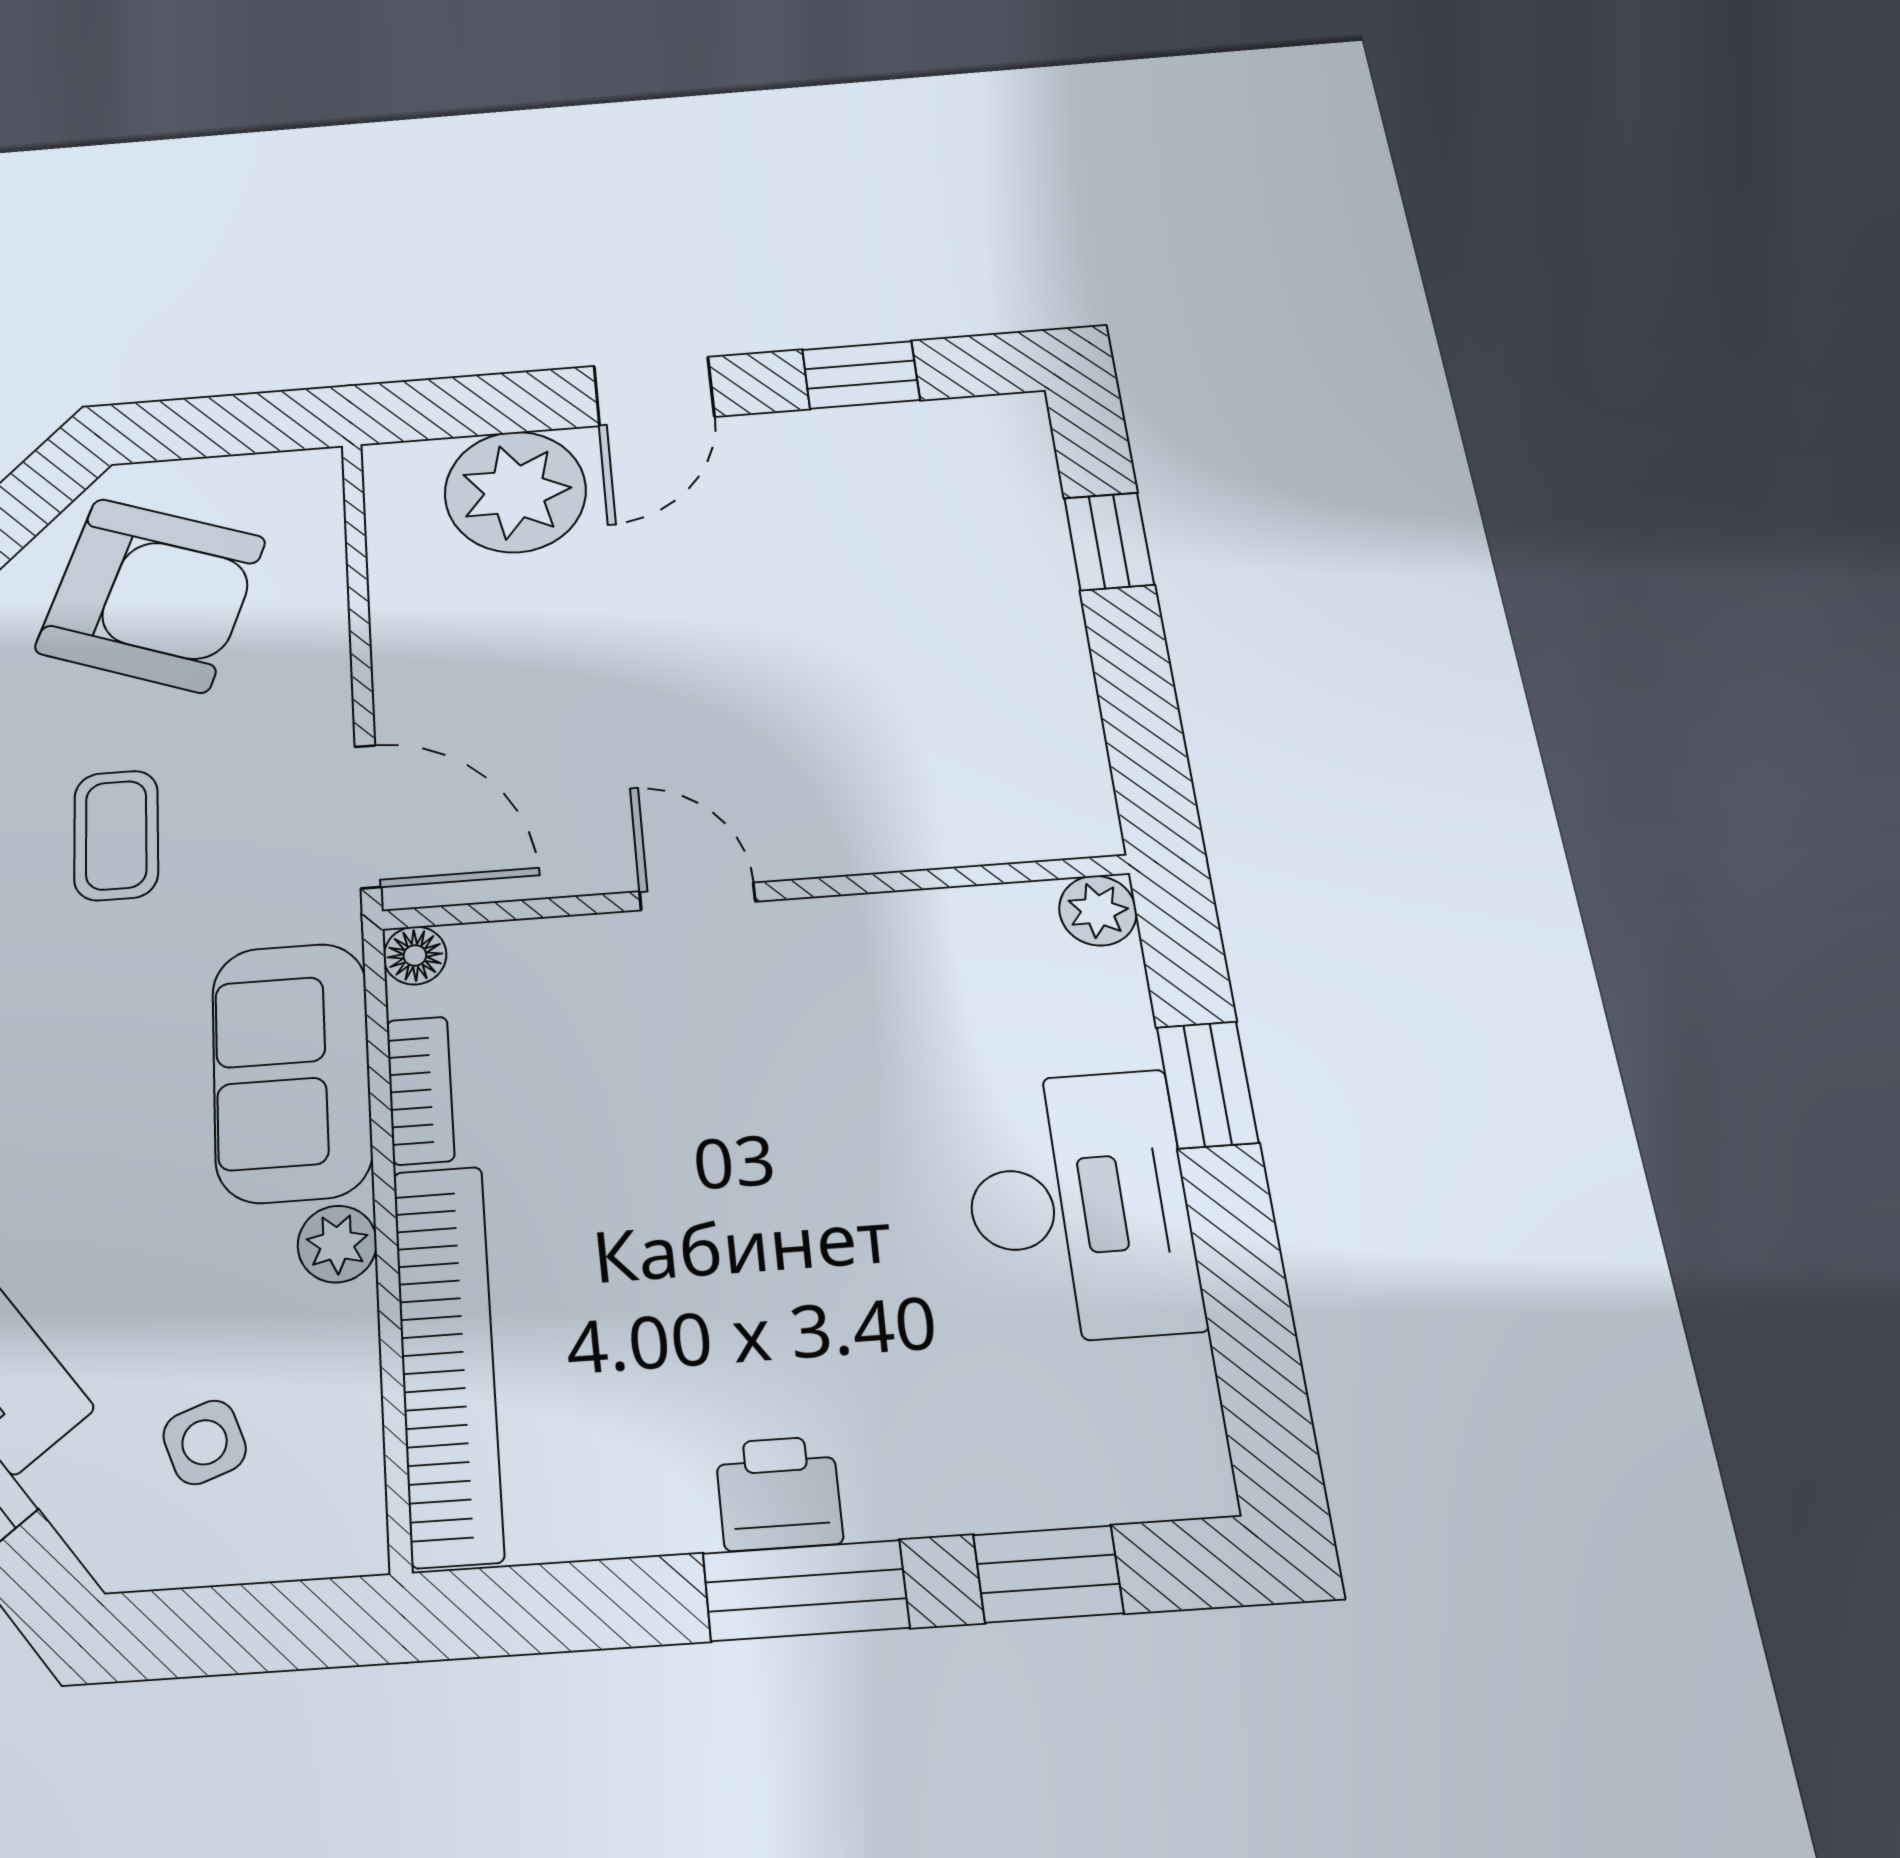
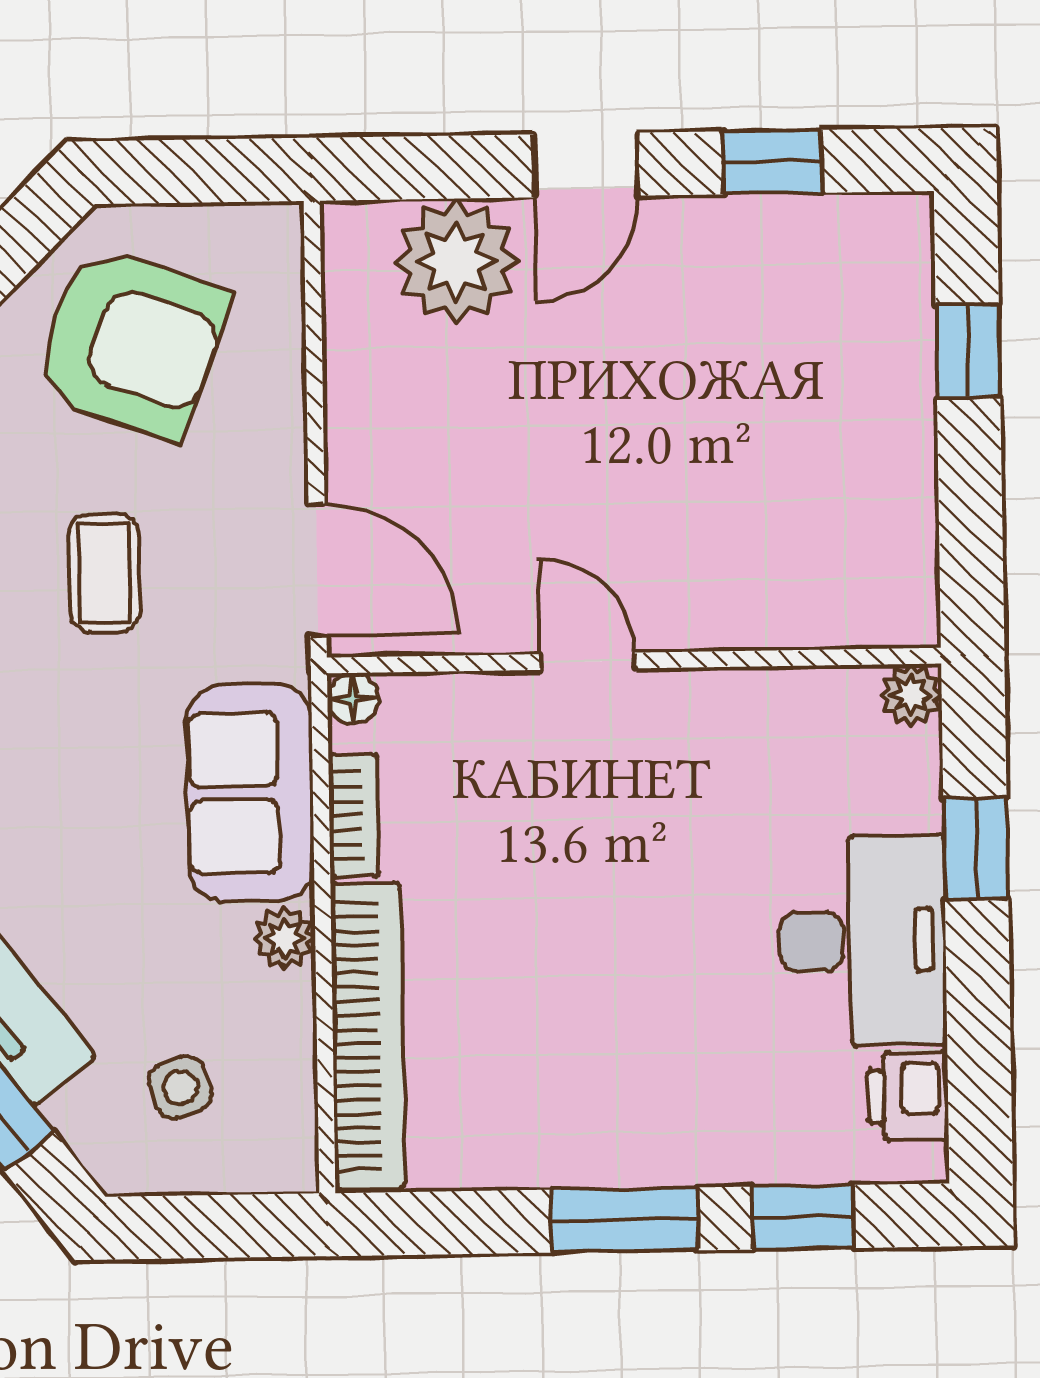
printer: (779, 1493) -> (908, 1096), moved, turned -90

